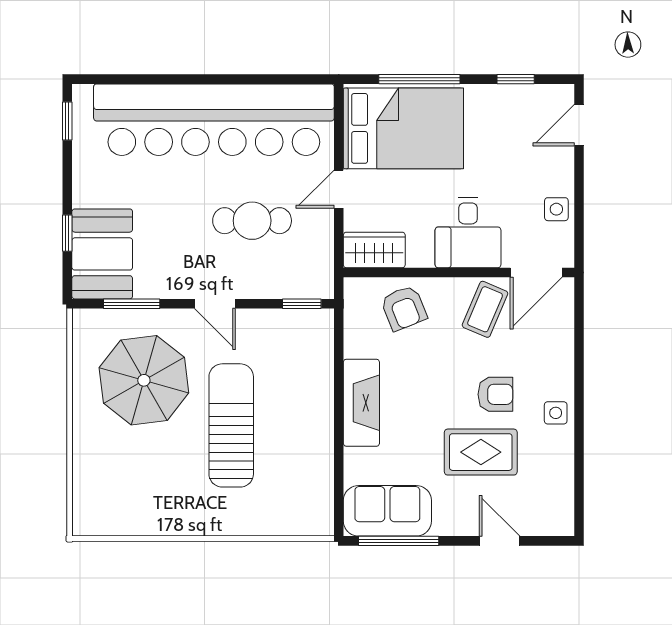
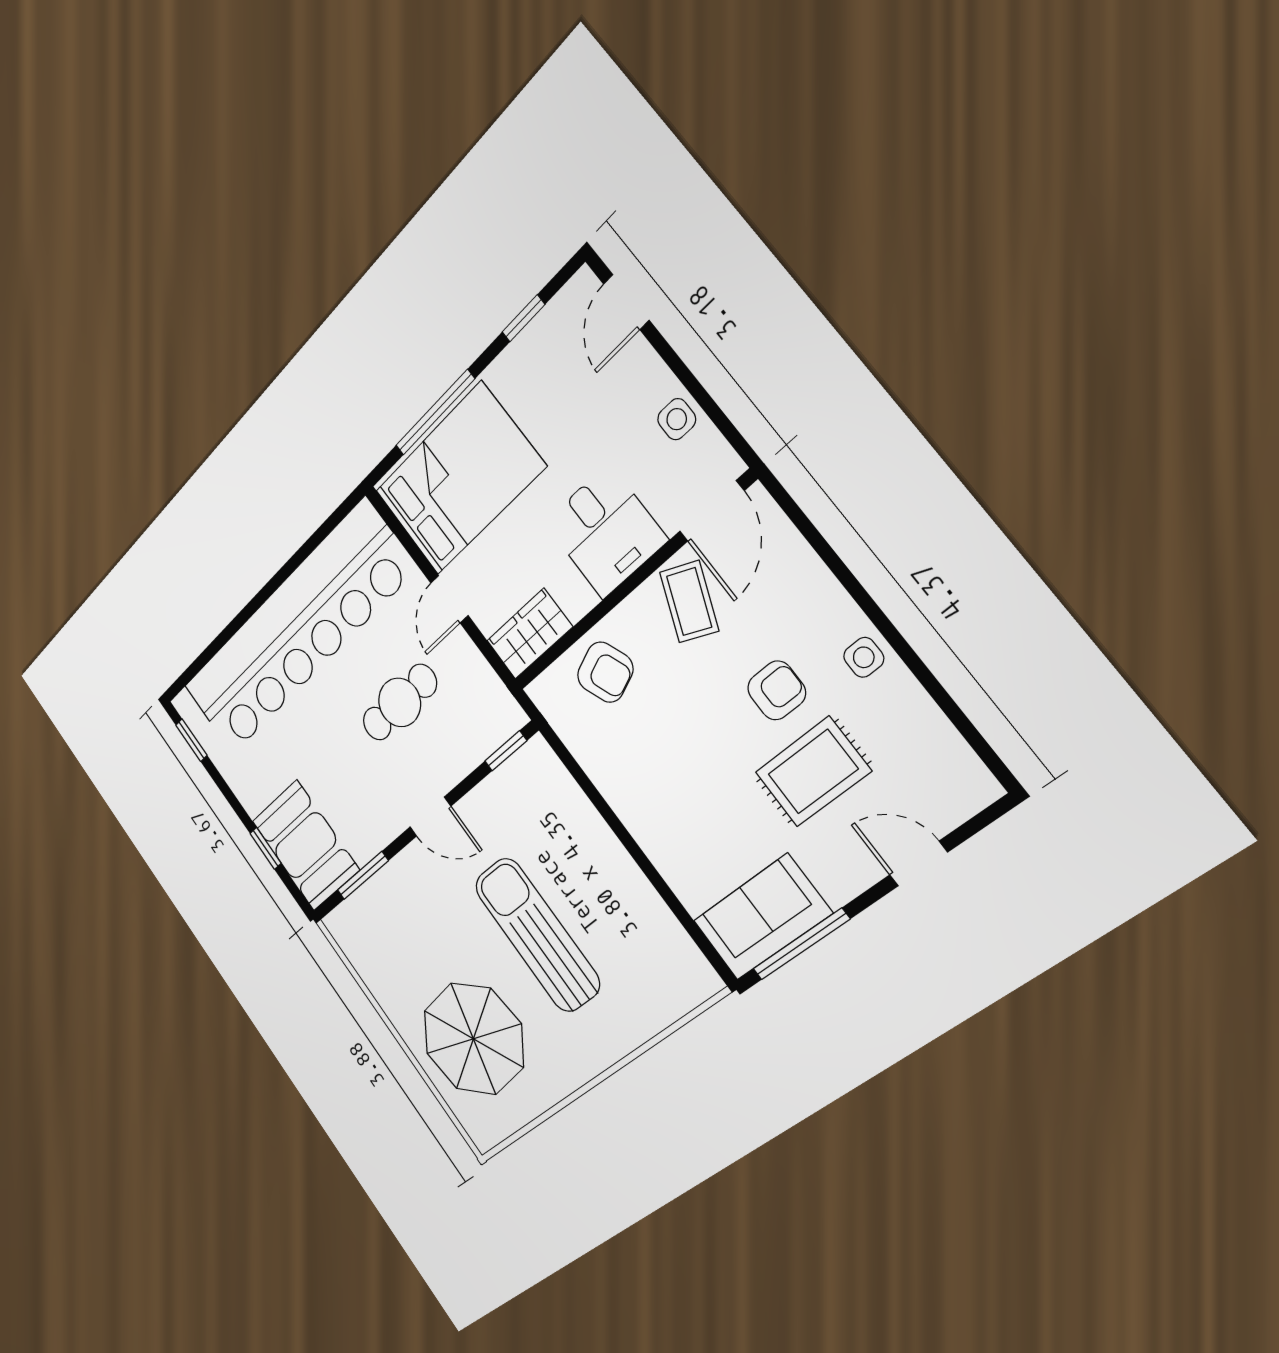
parasol: (144, 380) -> (473, 1039), moved
fireplace: (361, 403) -> (642, 813), removed

